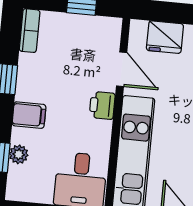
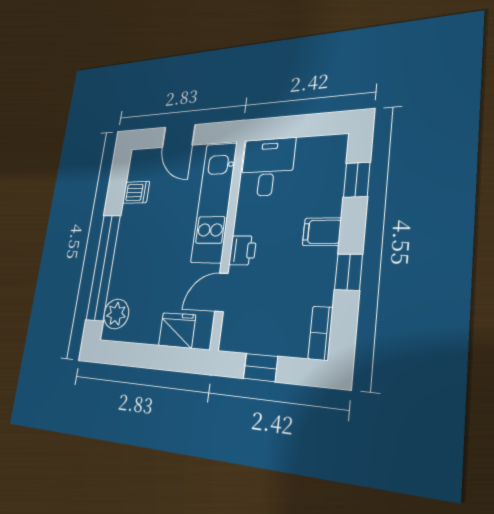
door: (122, 69) -> (221, 292), hinge flipped
plant: (19, 154) -> (333, 186), removed

